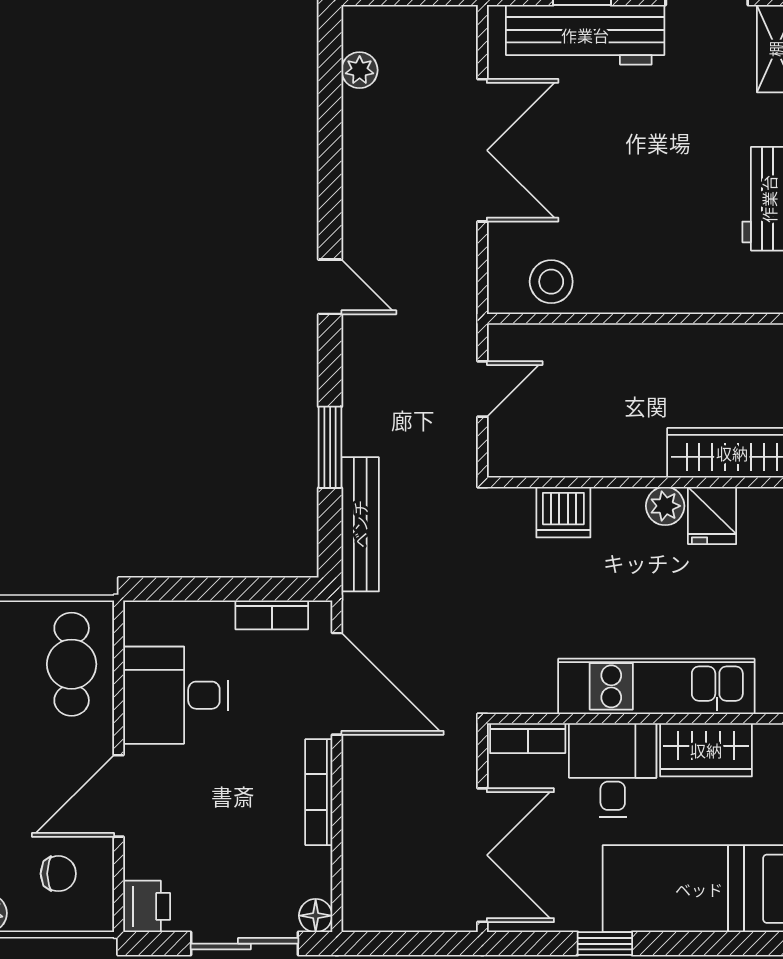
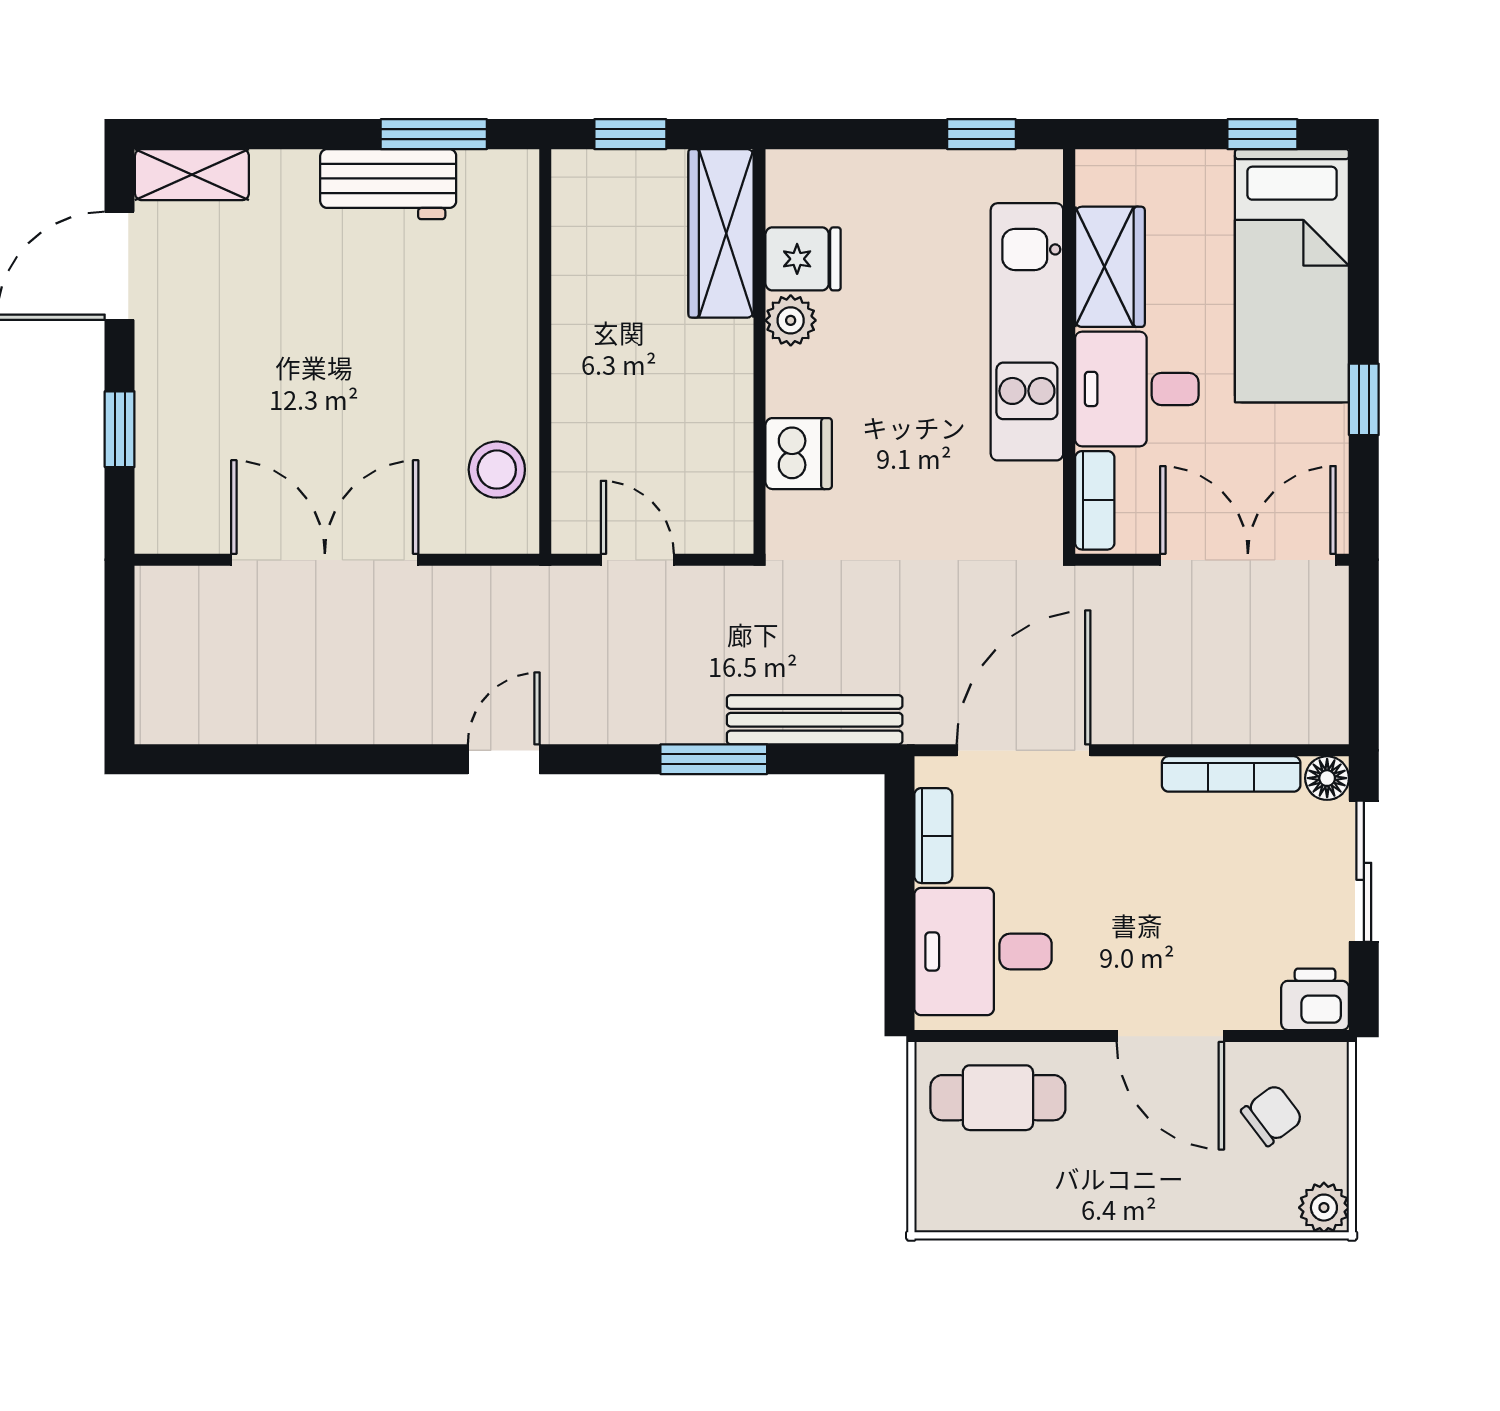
workbench: (585, 35) -> (173, 425), removed
plant: (360, 70) -> (220, 721), removed
desk: (176, 695) -> (983, 951), moved, turned 90
bookcase: (319, 792) -> (1231, 774), moved
chair: (58, 874) -> (1272, 1115), turned 53

